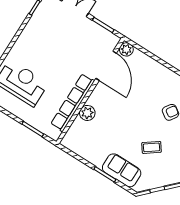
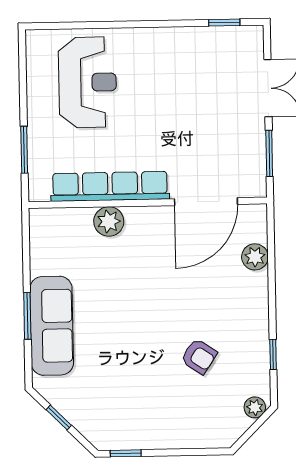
plant: (126, 49) -> (255, 257), moved
coffee table: (152, 147) -> (121, 363), removed
sofa: (122, 170) -> (52, 326), width x1.36

